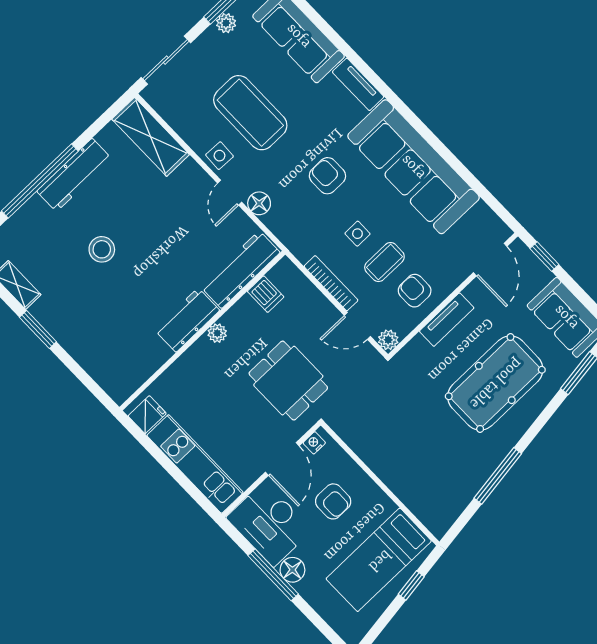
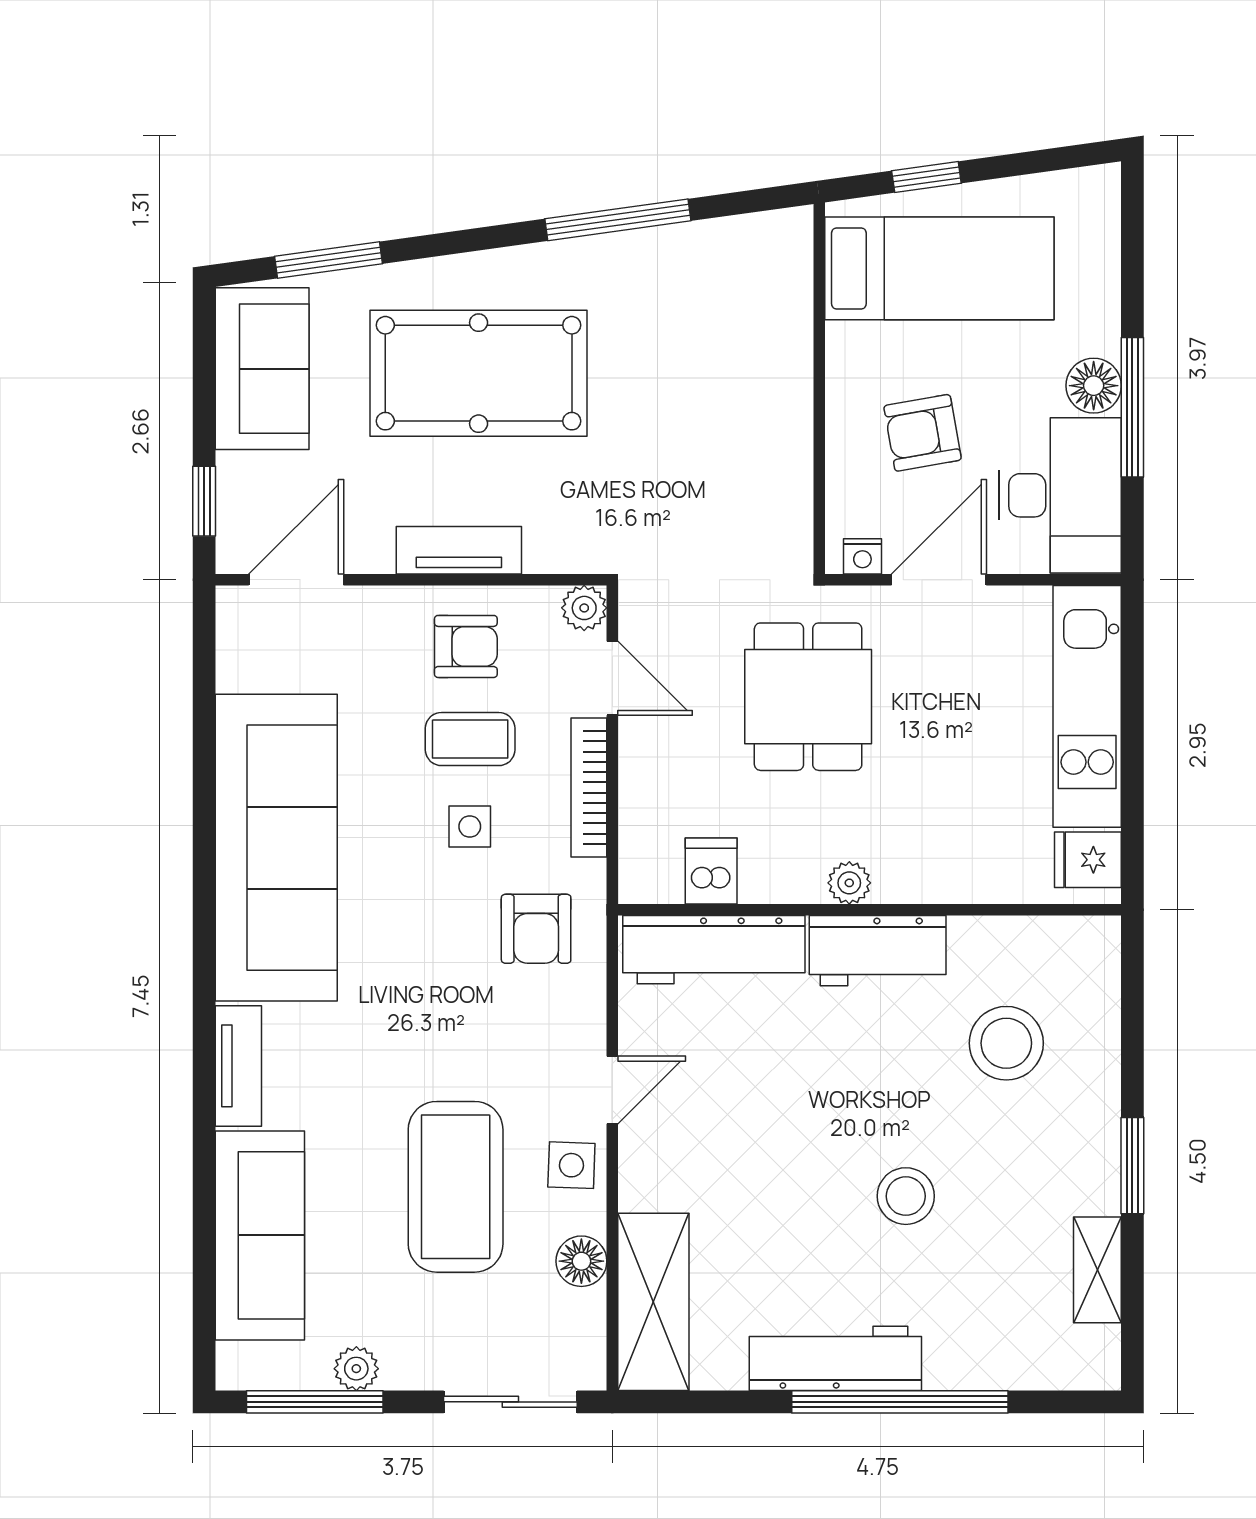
armchair: (327, 176) -> (536, 929), moved
floor lamp: (259, 203) -> (581, 1261), moved
armchair: (415, 291) -> (466, 646), turned -90
stool: (117, 330) -> (1006, 1043), added
armchair: (333, 501) -> (923, 433), turned -100

